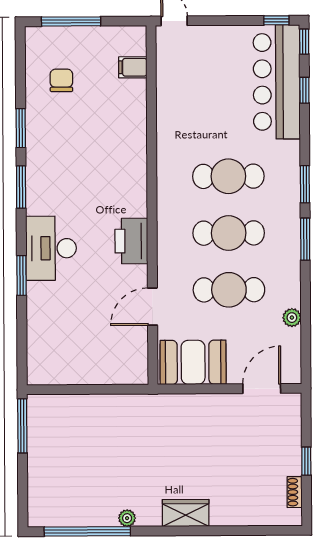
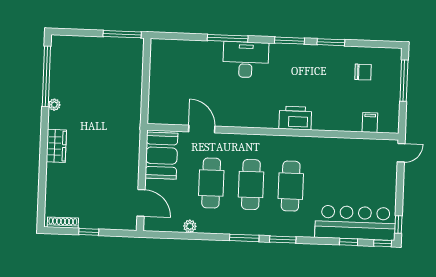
printer: (131, 241) -> (295, 118), moved
window: (22, 275) -> (228, 38), width x1.44
shoe rack: (295, 492) -> (63, 223), width x1.43

